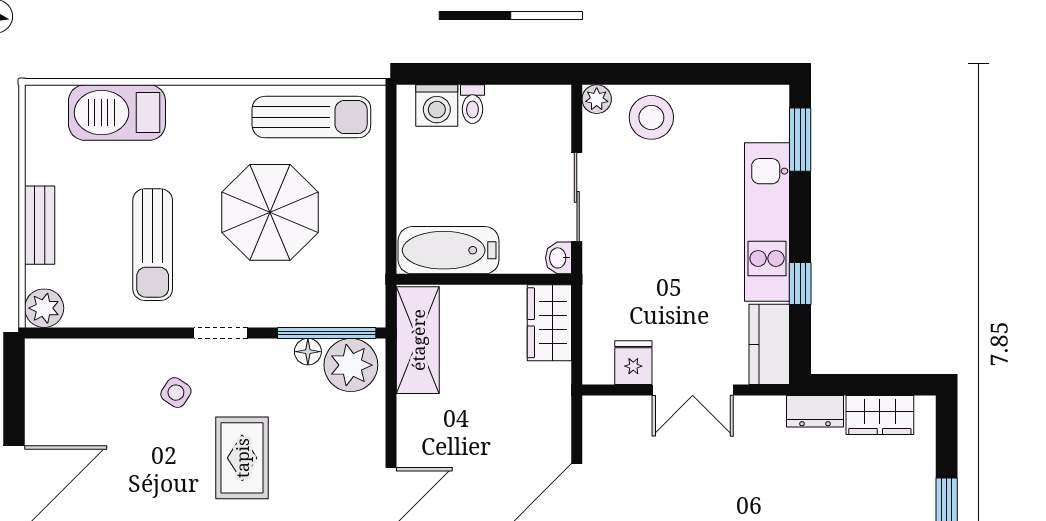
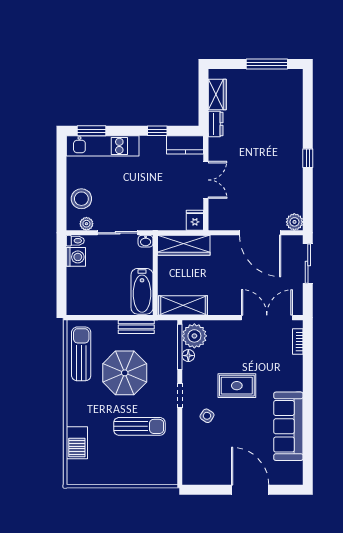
plant: (597, 99) -> (86, 224), moved
toilet: (472, 104) -> (75, 241), moved
washing machine: (437, 105) -> (76, 257), moved
barbecue: (117, 113) -> (77, 443), width x0.73, depth x0.83
kitchen unit: (767, 222) -> (103, 146), moved
bench: (40, 225) -> (136, 327), moved
plant: (44, 308) -> (168, 476), removed
wardrobe: (549, 323) -> (184, 245), width x1.50
fridge: (633, 363) -> (195, 220), moved, turned 90

